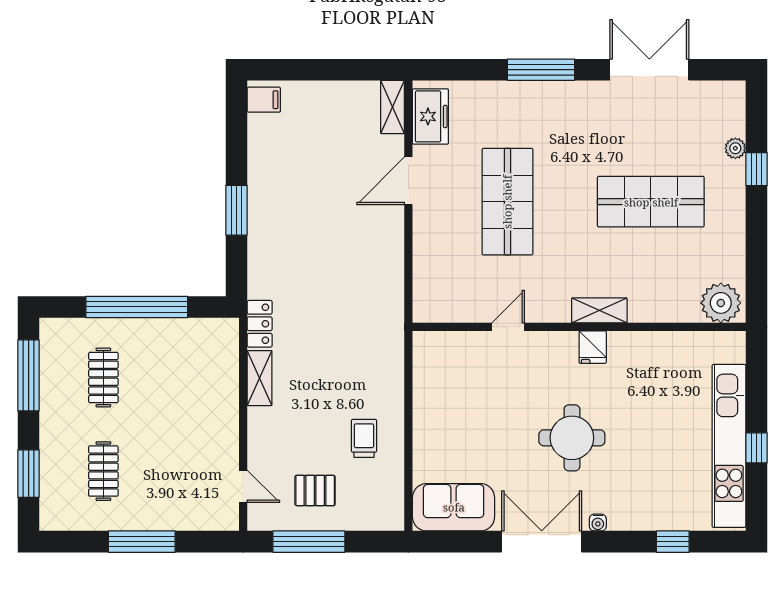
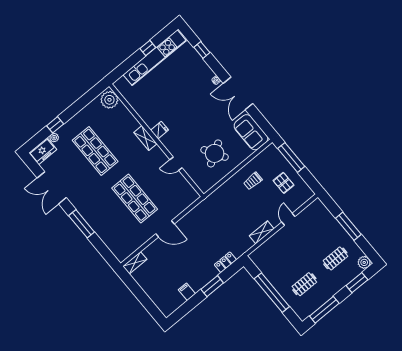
filing cabinet: (264, 100) -> (187, 292), moved
freezer: (430, 116) -> (43, 151), moved, turned 180
door: (408, 181) -> (165, 229), moved
shop shelf: (507, 202) -> (135, 199), turned 90
locker: (260, 324) -> (225, 262), moved
round table: (572, 438) -> (215, 153), moved, turned -31
door: (243, 486) -> (288, 219), moved
plant: (54, 516) -> (364, 262), added
window: (309, 542) -> (291, 157), moved

